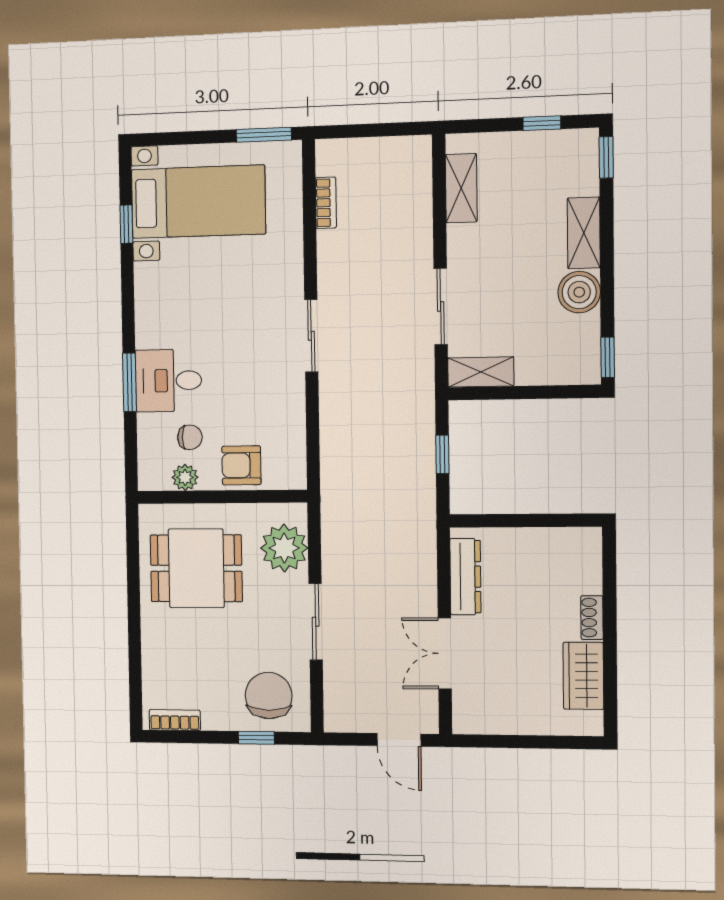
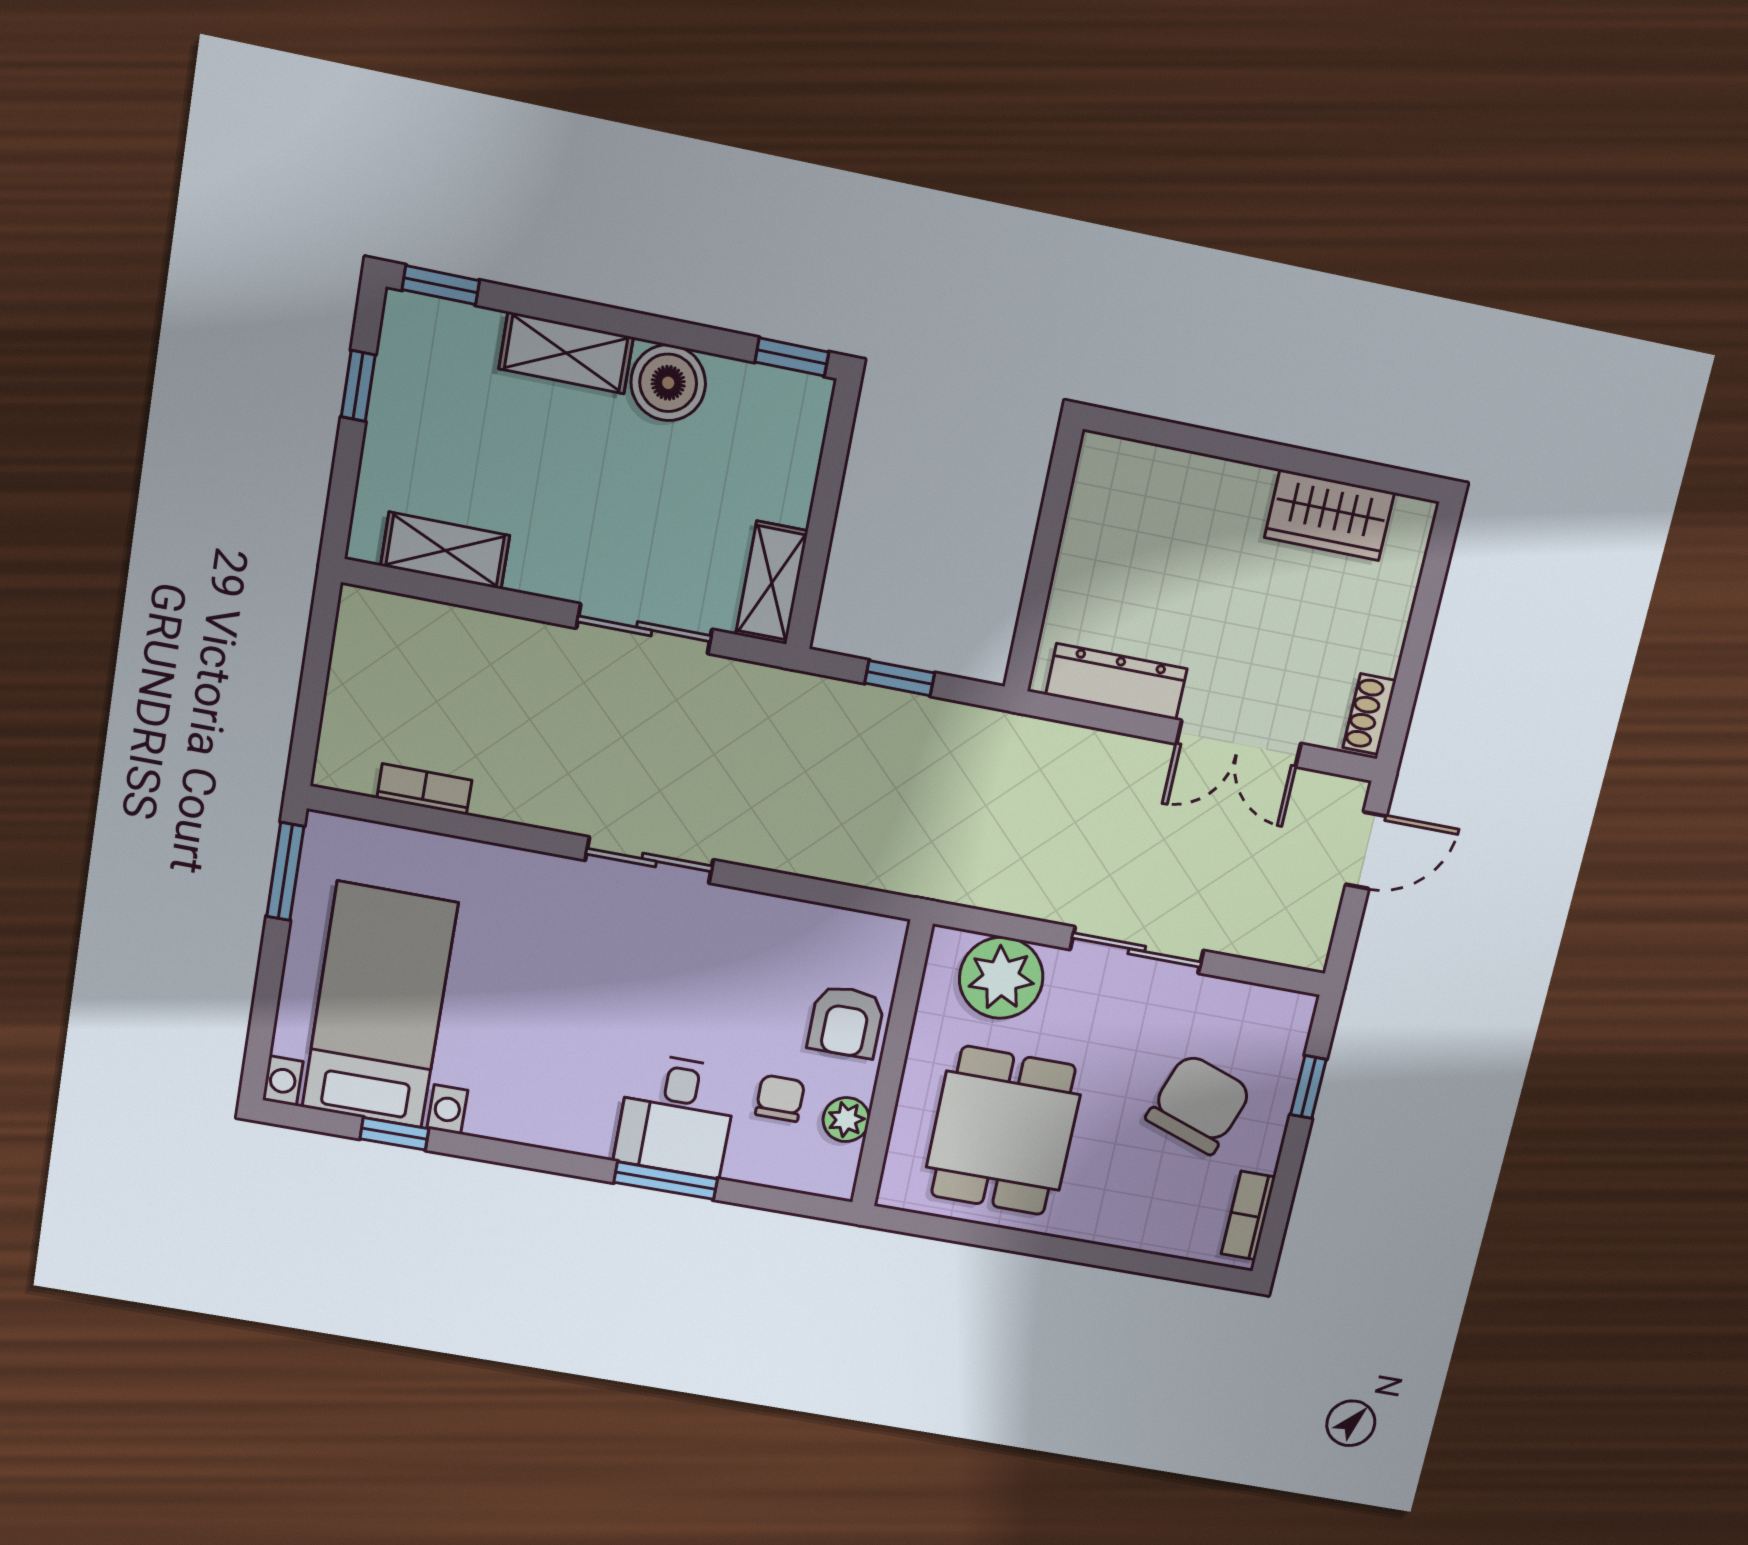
shoe rack: (592, 618) -> (1369, 714), moved, turned 90
chair: (269, 696) -> (1199, 1104), moved, turned 109

